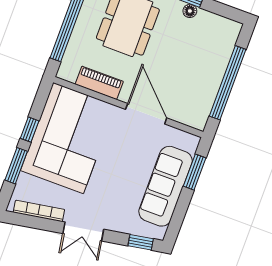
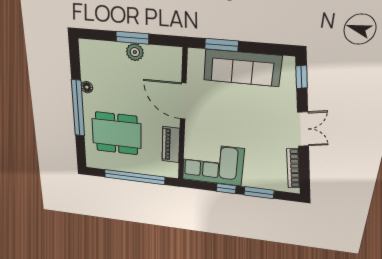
plant: (212, 80) -> (135, 52), added
window: (228, 83) -> (132, 38), width x0.47
door: (146, 114) -> (183, 101), hinge flipped
corner sofa: (68, 138) -> (213, 164), width x0.73, depth x0.74

